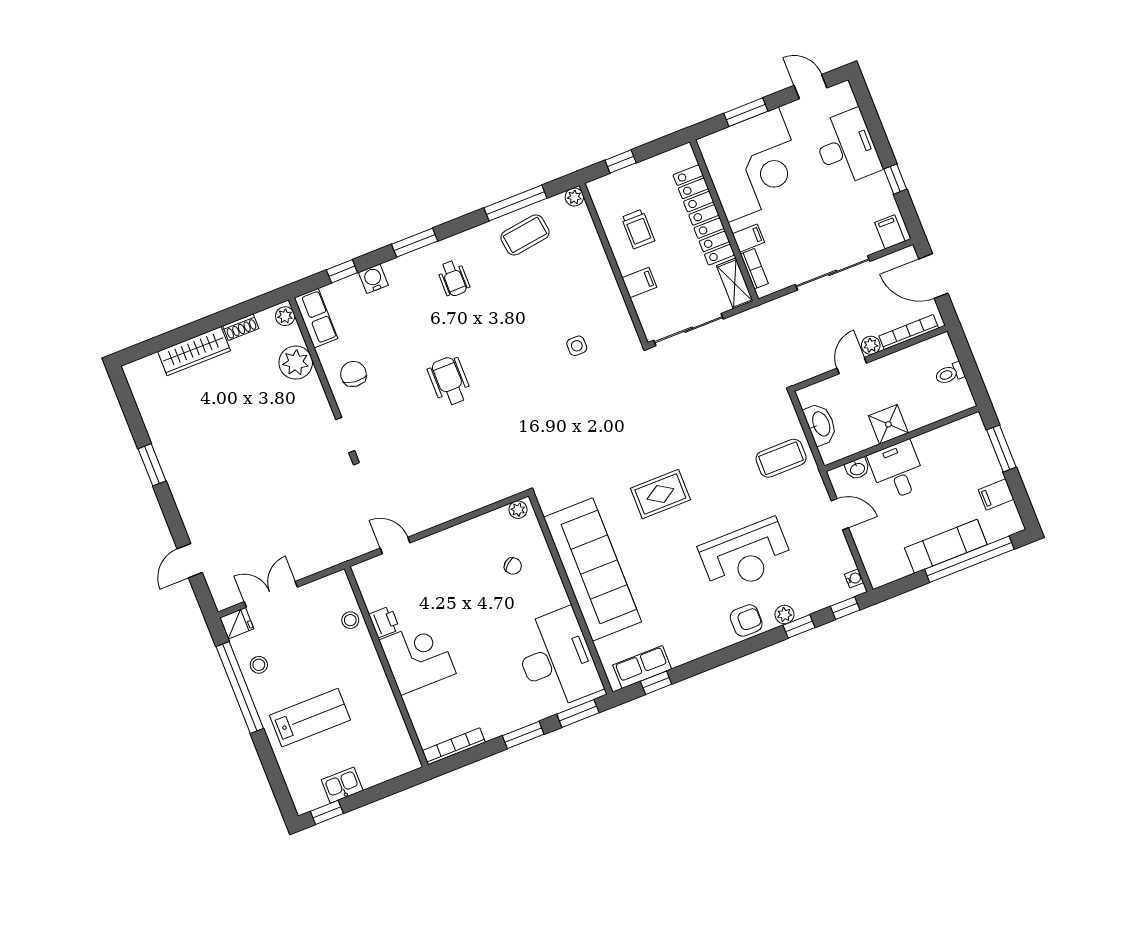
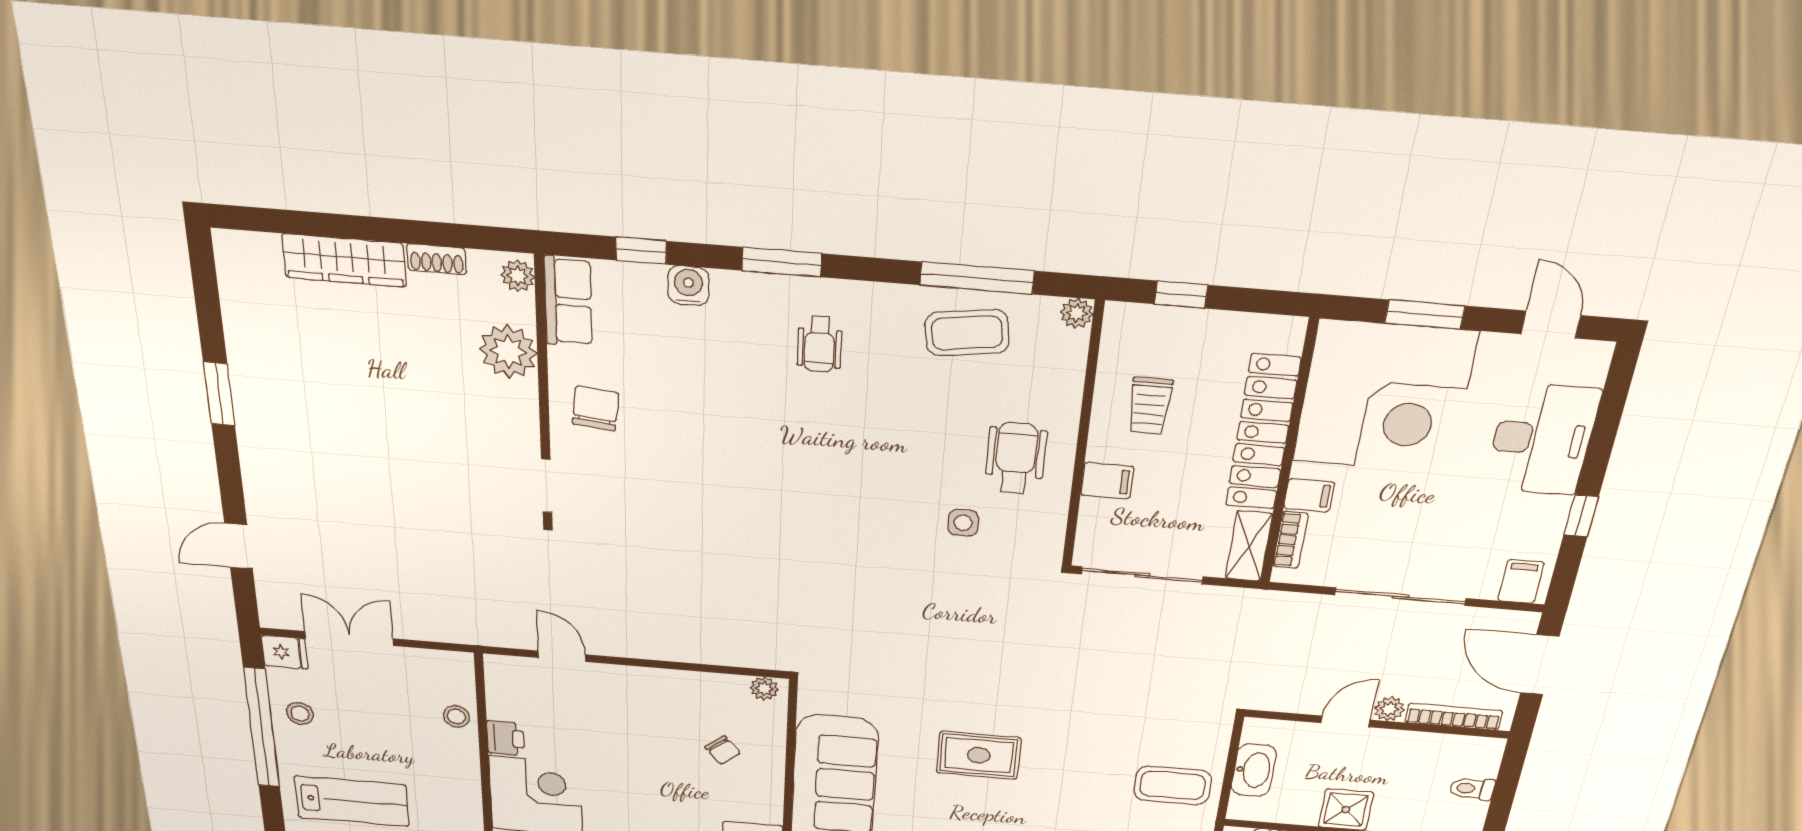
wheelchair: (449, 381) -> (1016, 458), moved

